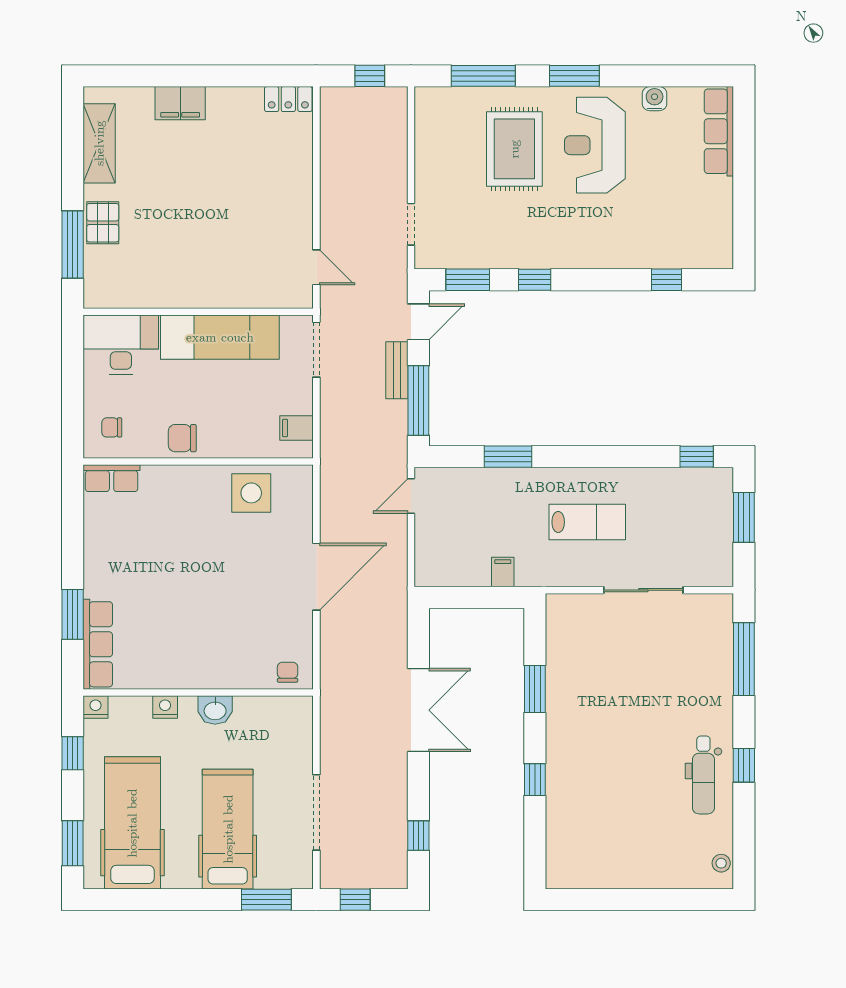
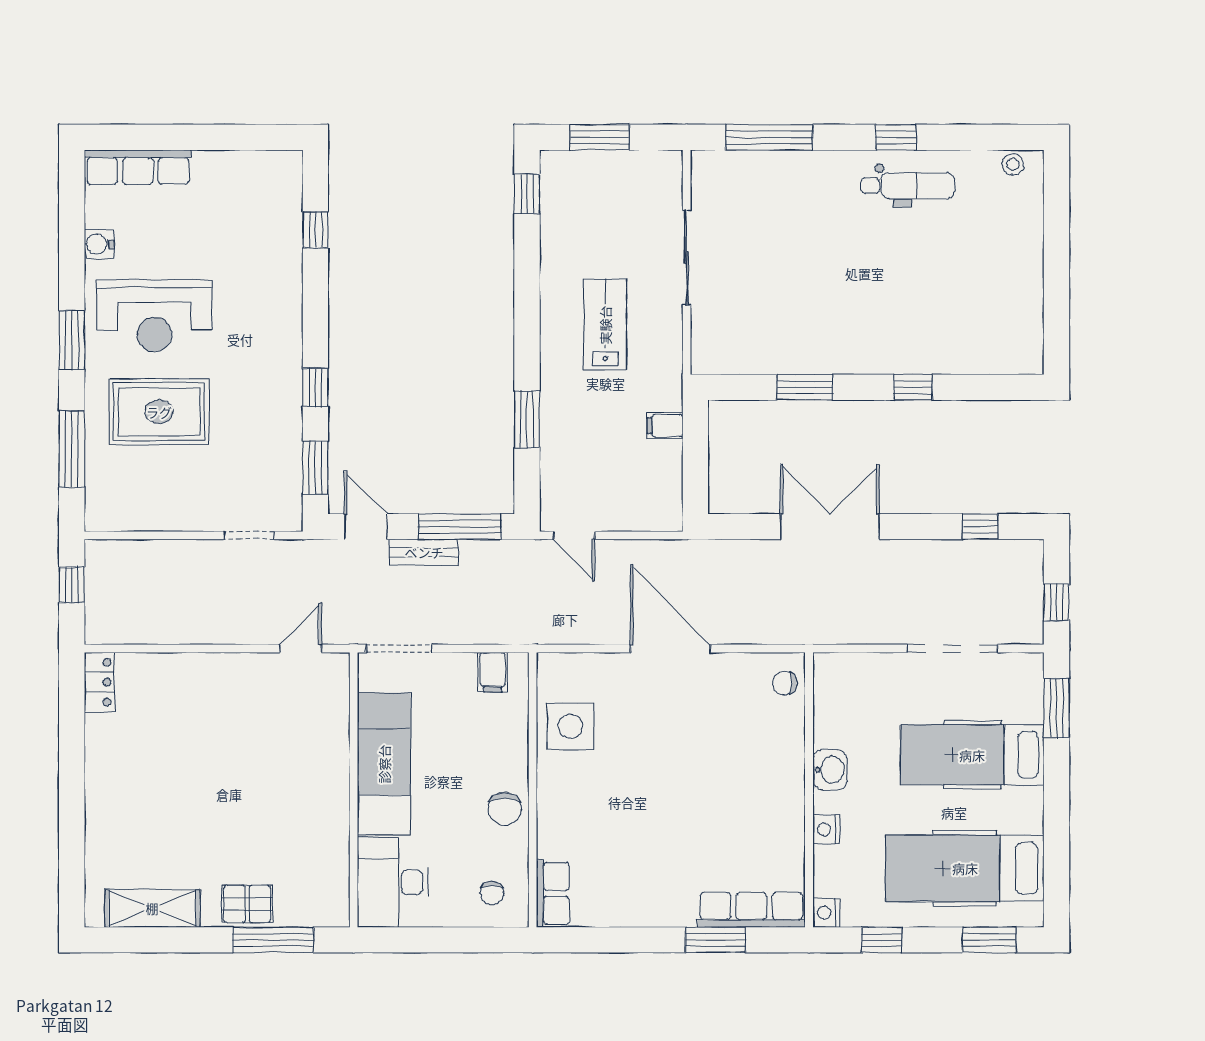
filing cabinet: (180, 103) -> (104, 811), removed

